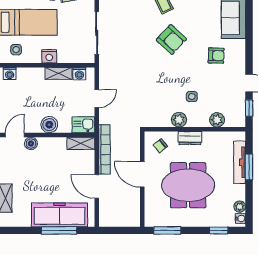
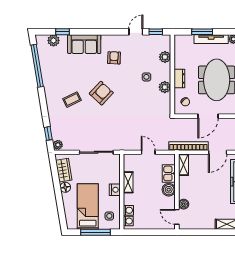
washing machine: (79, 74) -> (128, 210), moved
kitchen sink: (83, 125) -> (169, 173), moved
tv unit: (240, 162) -> (211, 39), moved

